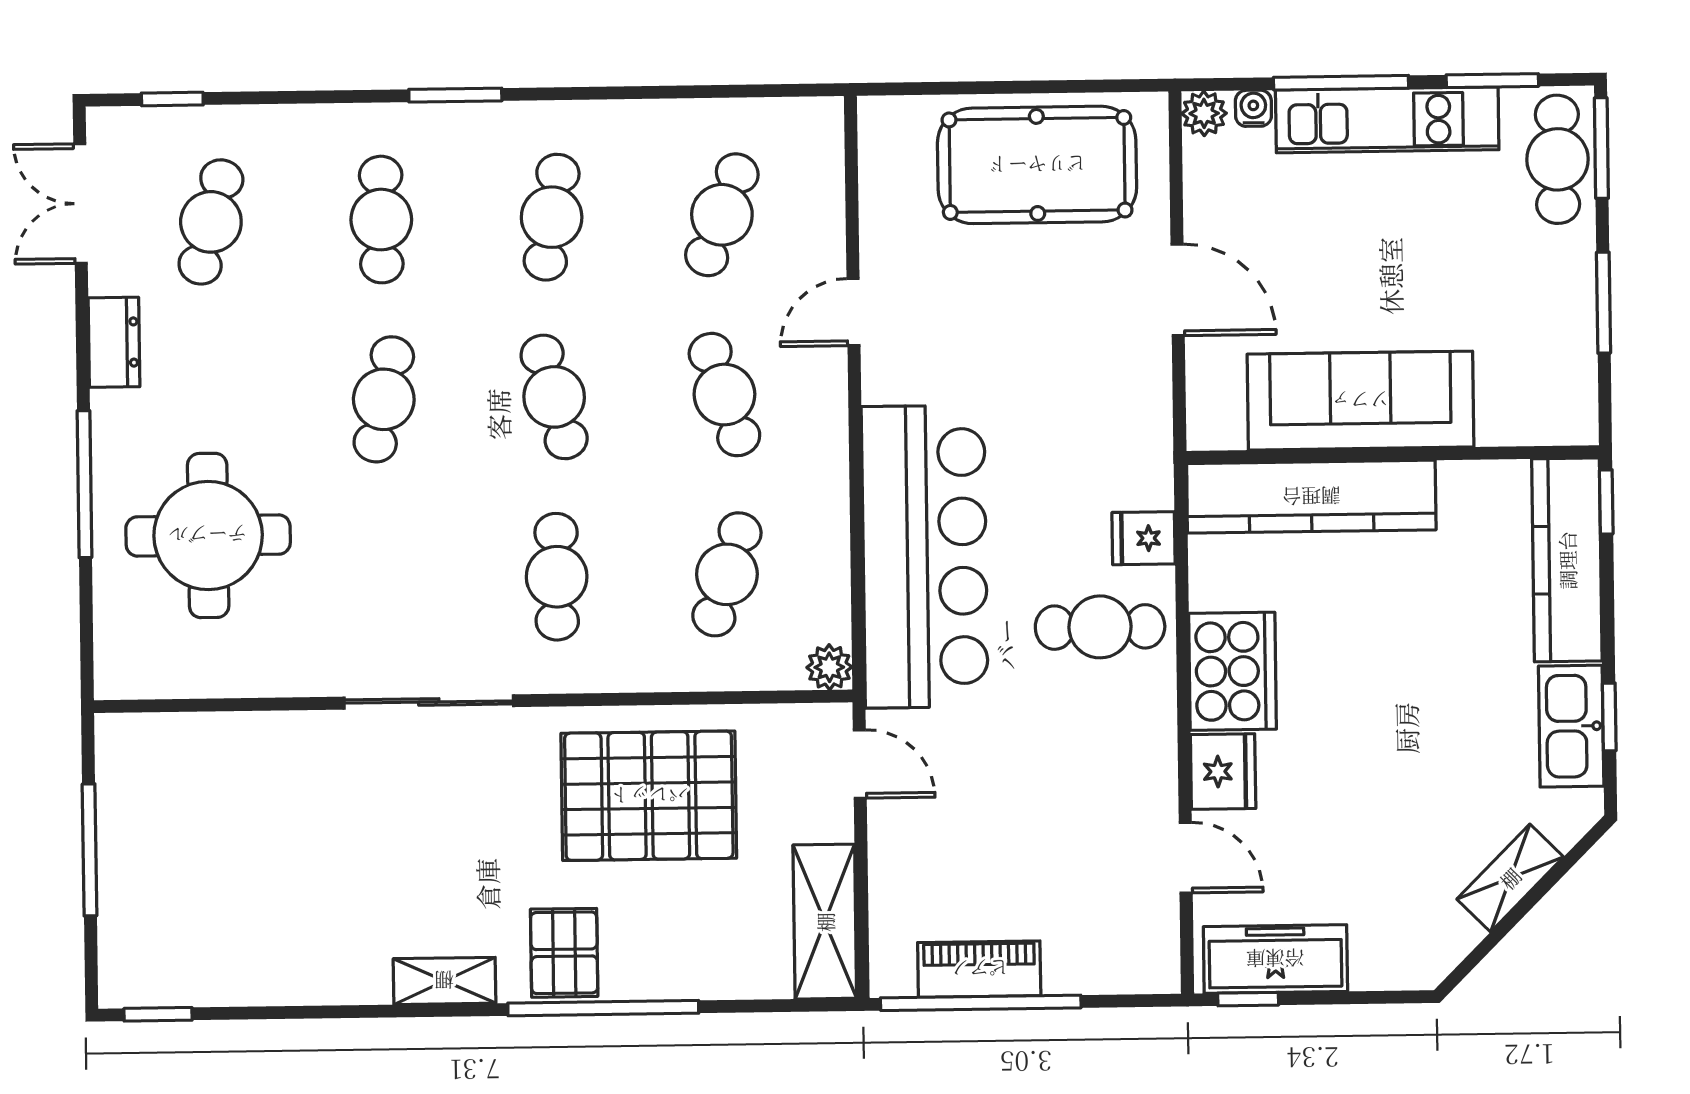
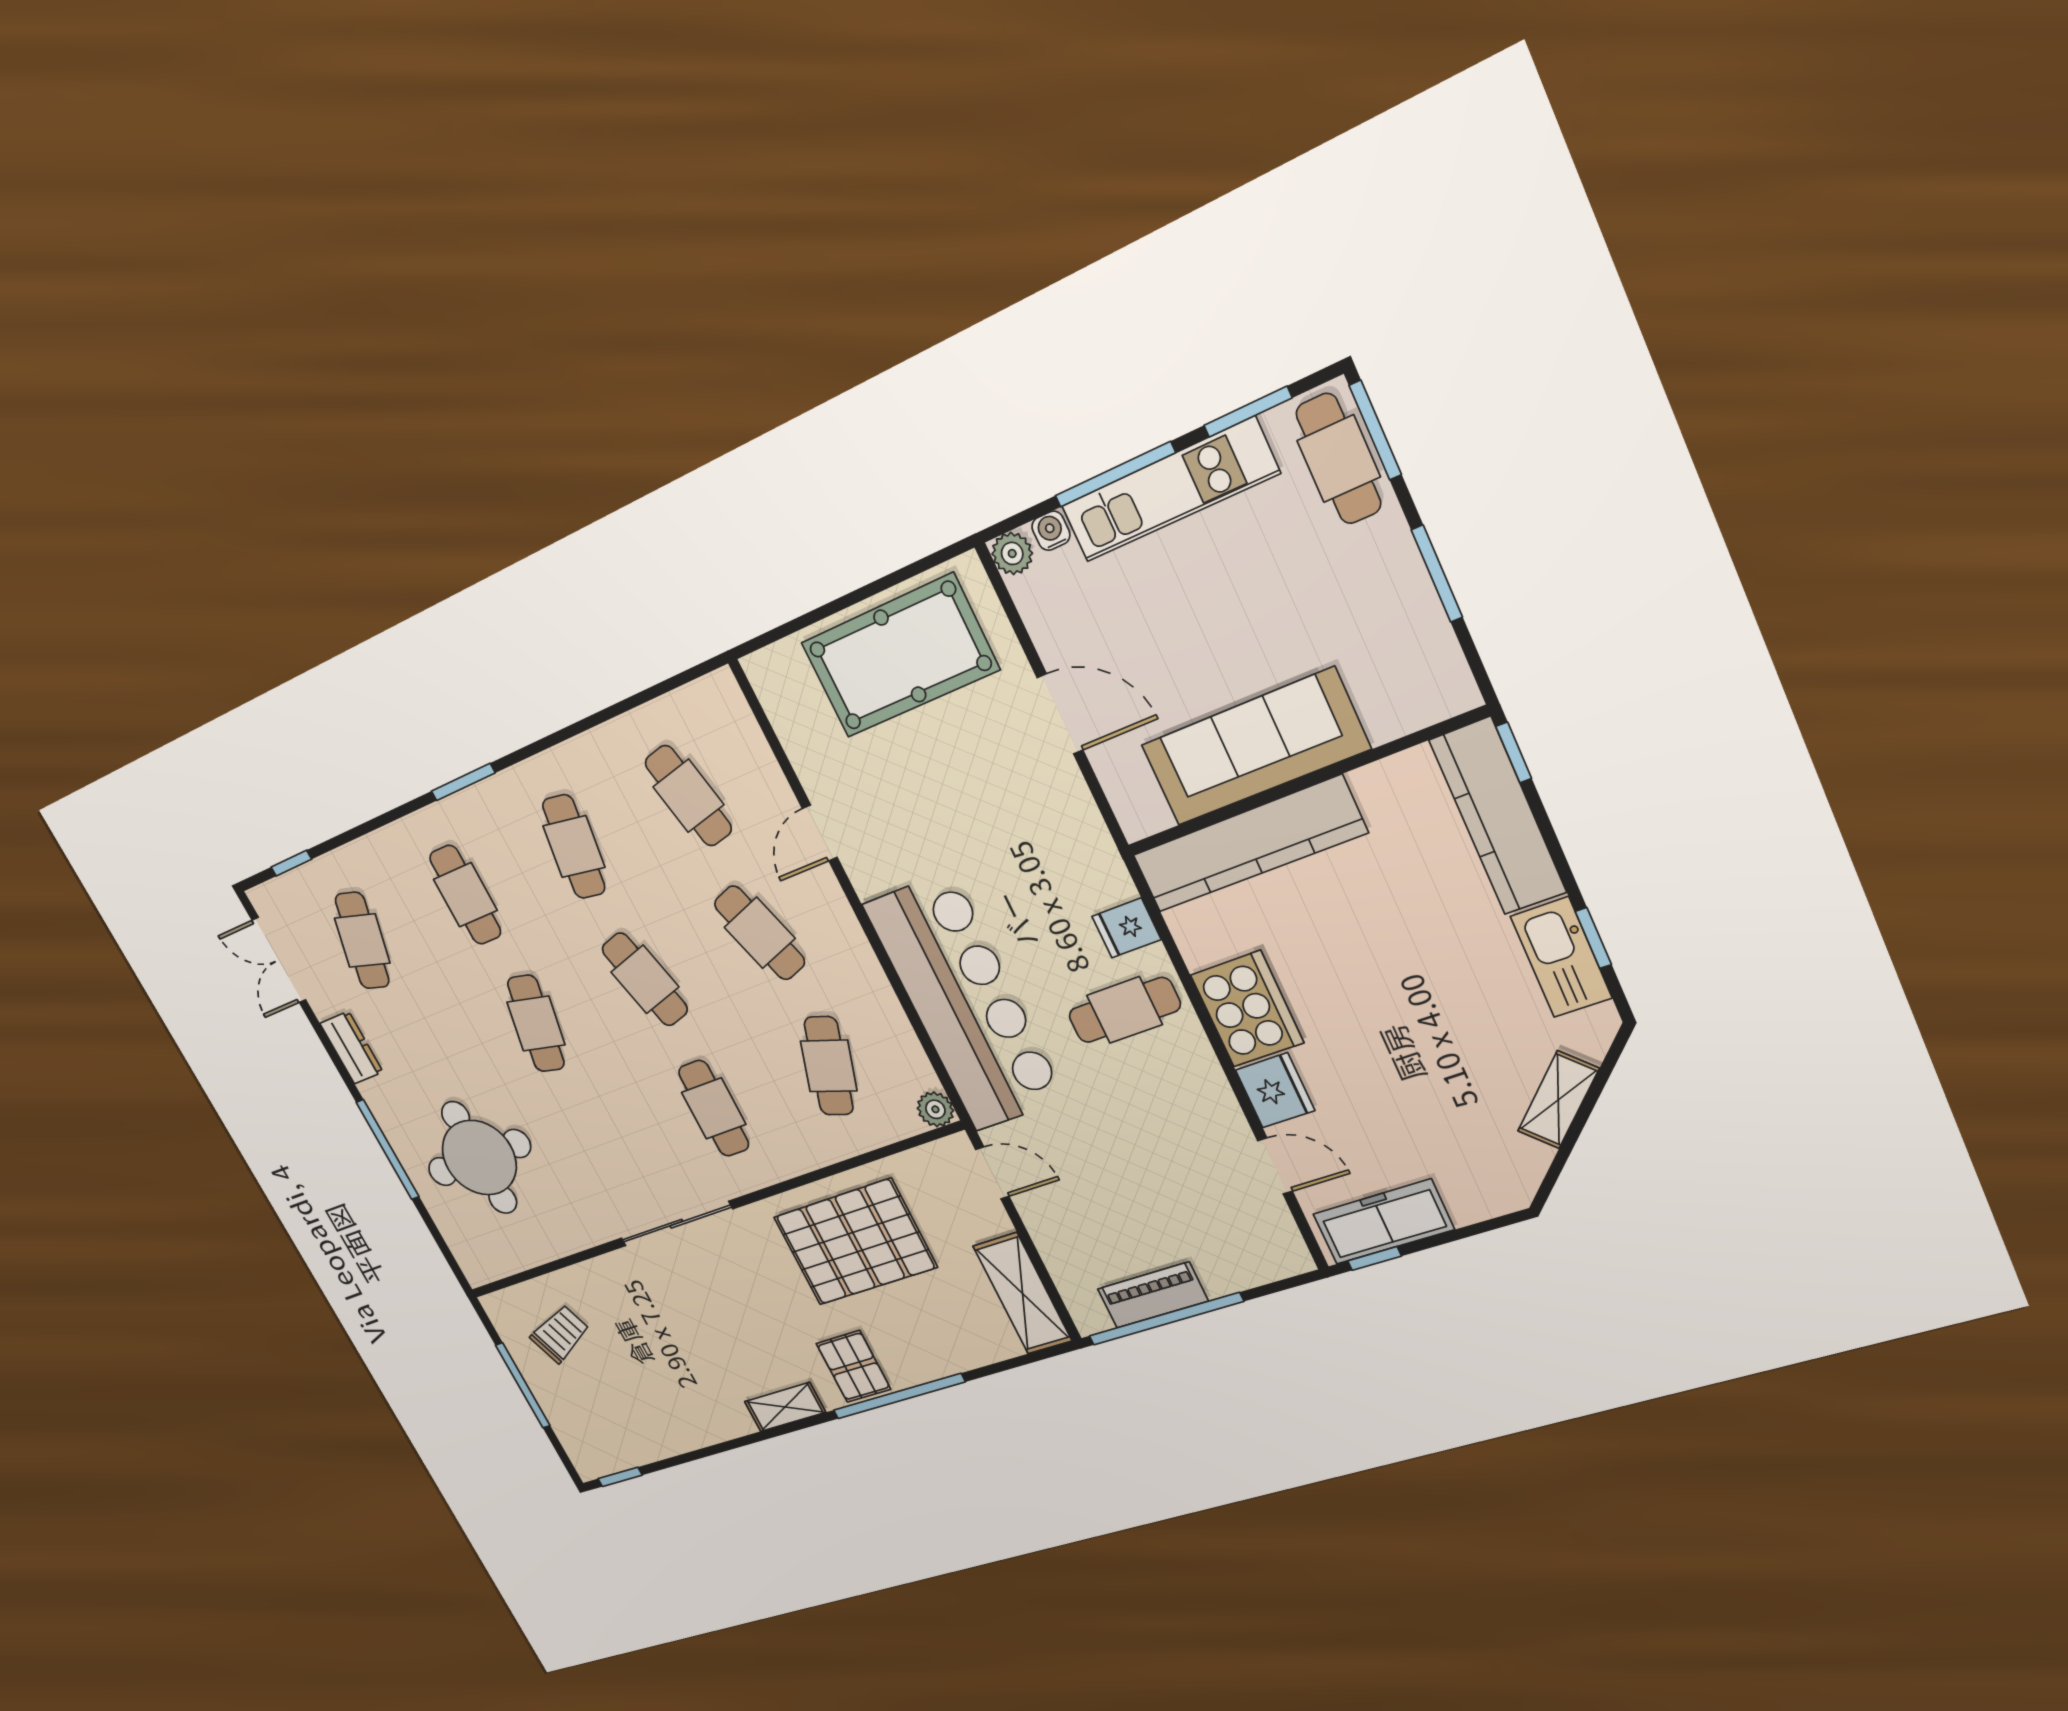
cafe table: (722, 215) -> (688, 796), turned -33
trolley: (185, 796) -> (560, 1334), added

